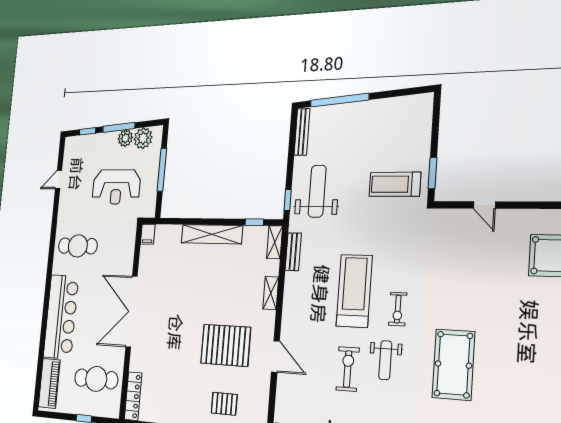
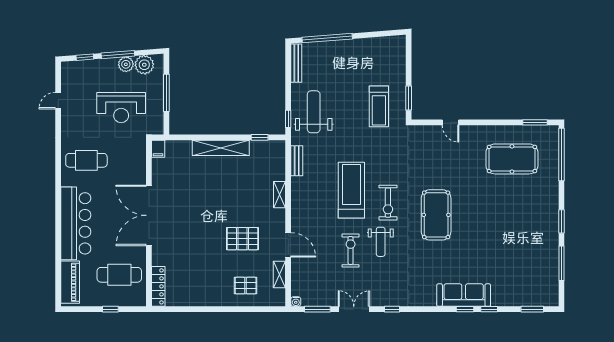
treadmill: (395, 184) -> (379, 106), turned -90
shelving: (275, 242) -> (279, 274), moved
exercise bike: (398, 309) -> (388, 203), width x1.38, depth x1.39
pallet: (226, 345) -> (242, 239), width x0.73, depth x0.71
pool table: (453, 365) -> (436, 215), moved

